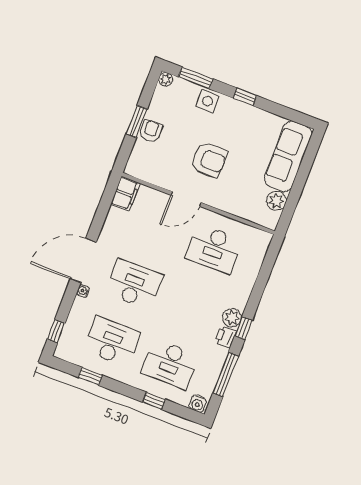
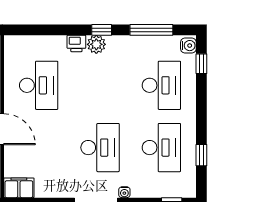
desk: (134, 284) -> (100, 148), turned 180
printer: (226, 337) -> (76, 43), moved
desk: (112, 342) -> (161, 148), turned 180
window: (154, 401) -> (201, 64), moved

